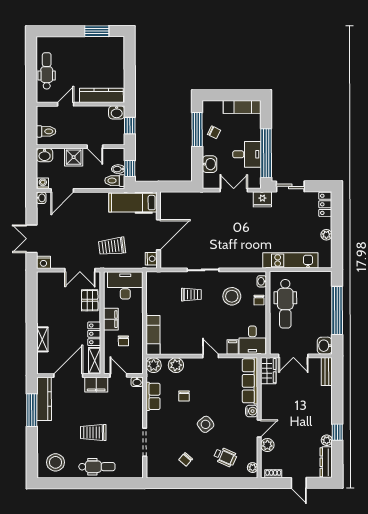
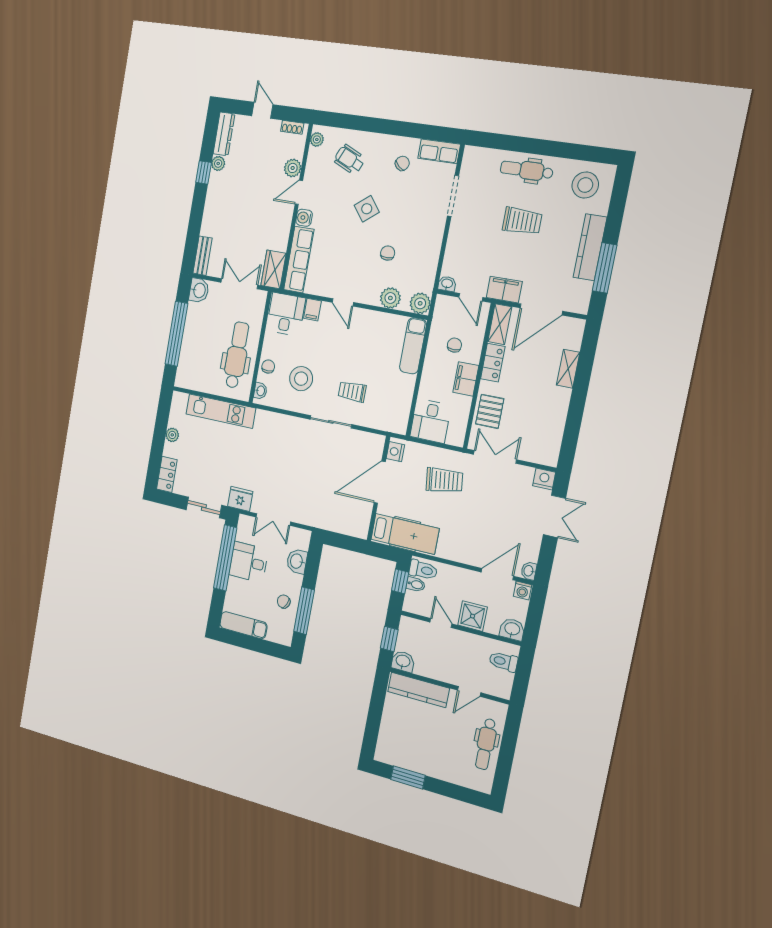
desk: (125, 285) -> (431, 421), width x0.73
row of seats: (153, 396) -> (439, 151), moved, turned -90
kitchen counter: (44, 399) -> (590, 247), moved

